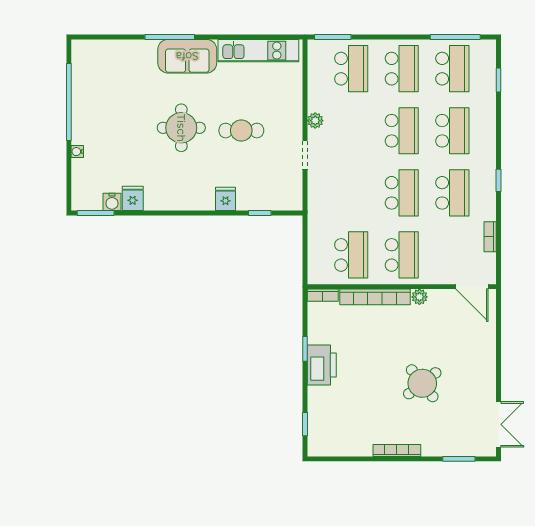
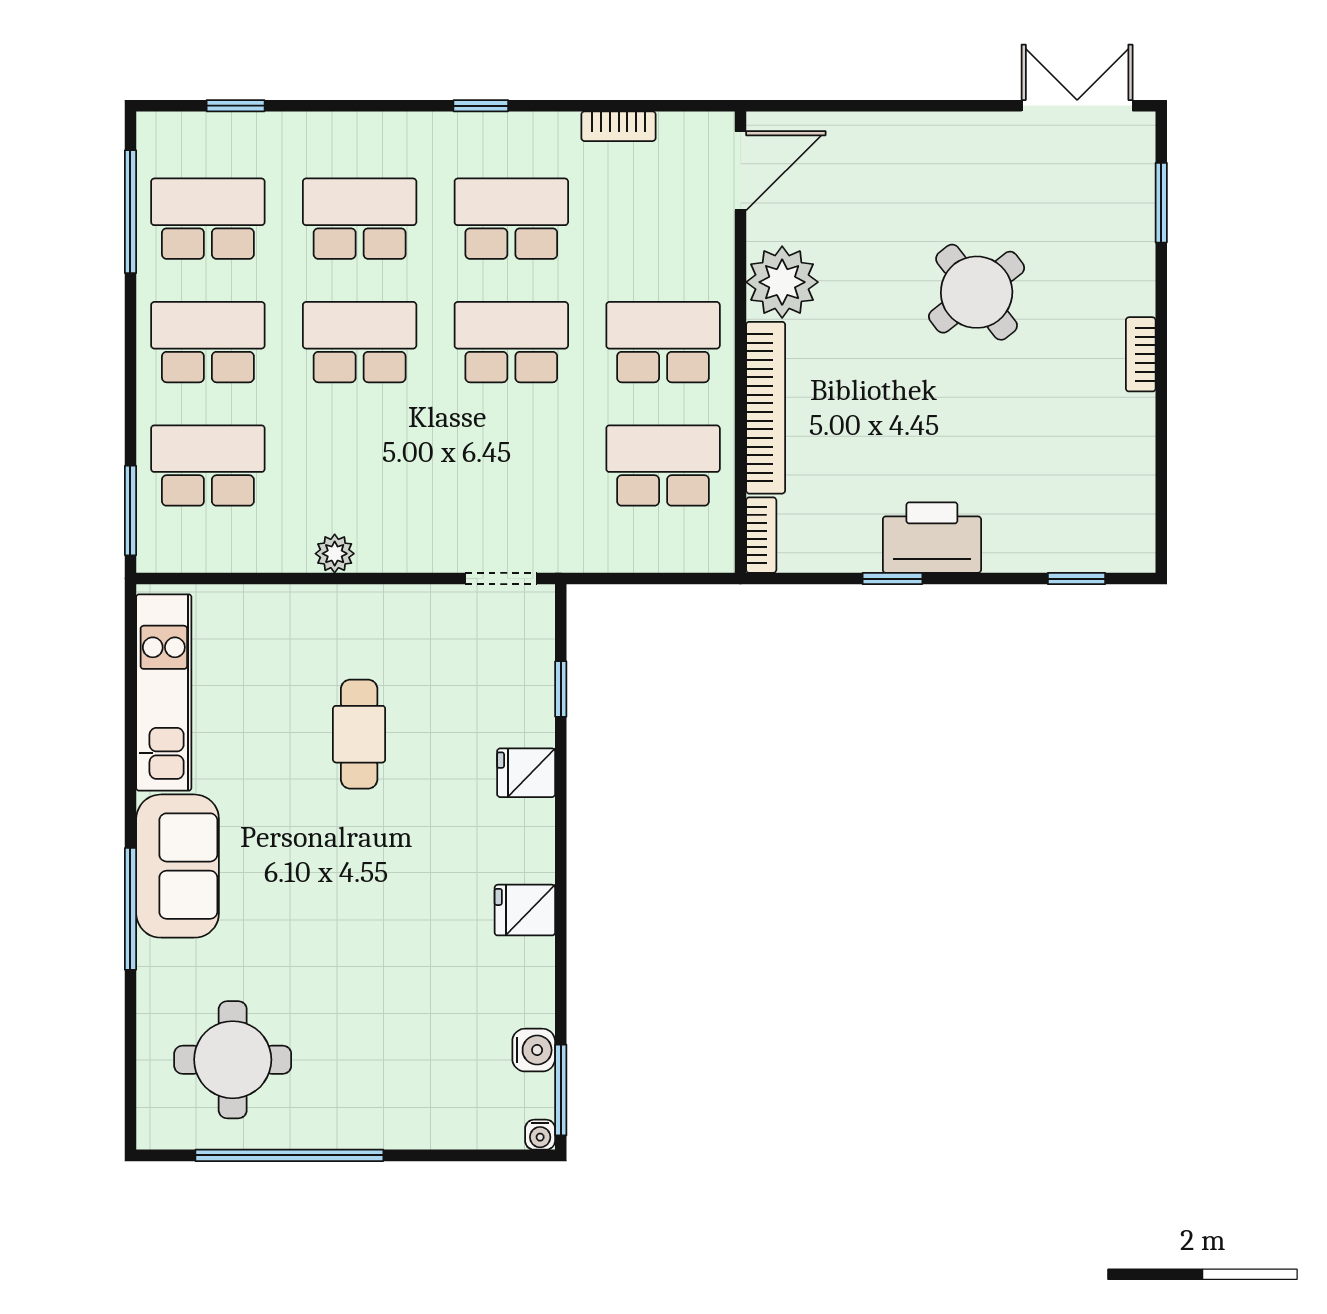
round table: (181, 128) -> (233, 1060), moved
water cooler: (77, 152) -> (540, 1135), moved
doorway: (305, 155) -> (501, 579), moved
fridge: (133, 198) -> (525, 910), moved
plant: (419, 297) -> (782, 282), width x1.88, depth x1.88
bookcase: (397, 450) -> (1141, 354), width x0.64

